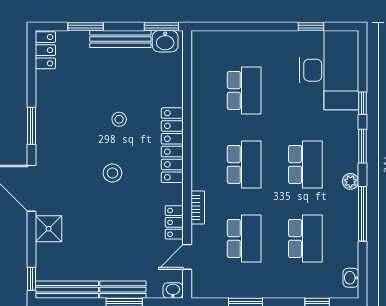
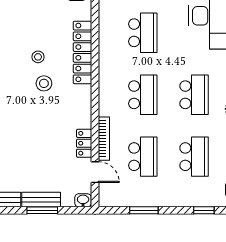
locker: (172, 145) -> (83, 52), moved
stool: (112, 173) -> (44, 83), moved
bookcase: (198, 208) -> (104, 139), width x1.56
door: (187, 257) -> (95, 172), swing flipped

